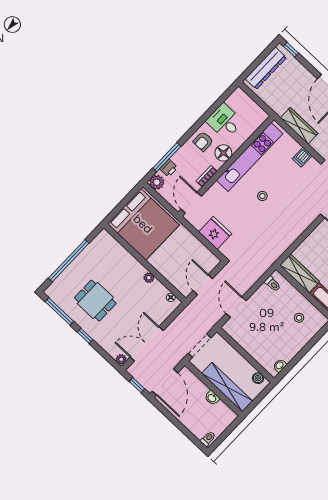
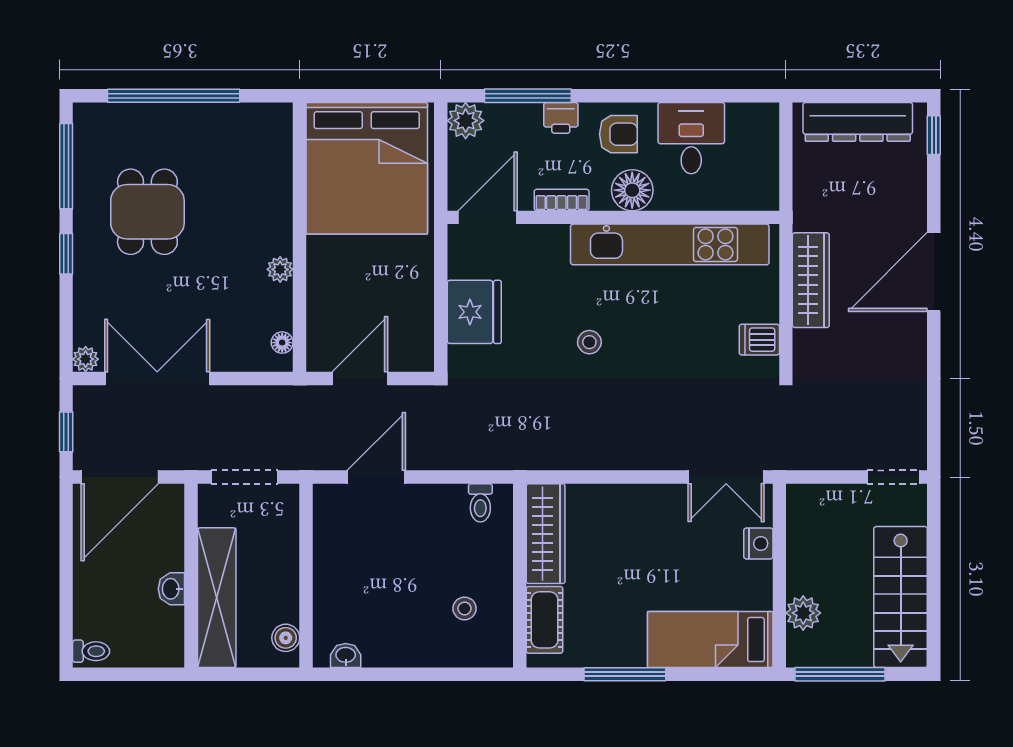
armchair: (203, 141) -> (618, 134), turned 180
printer: (169, 168) -> (561, 118), moved
stool: (262, 196) -> (589, 342), moved

